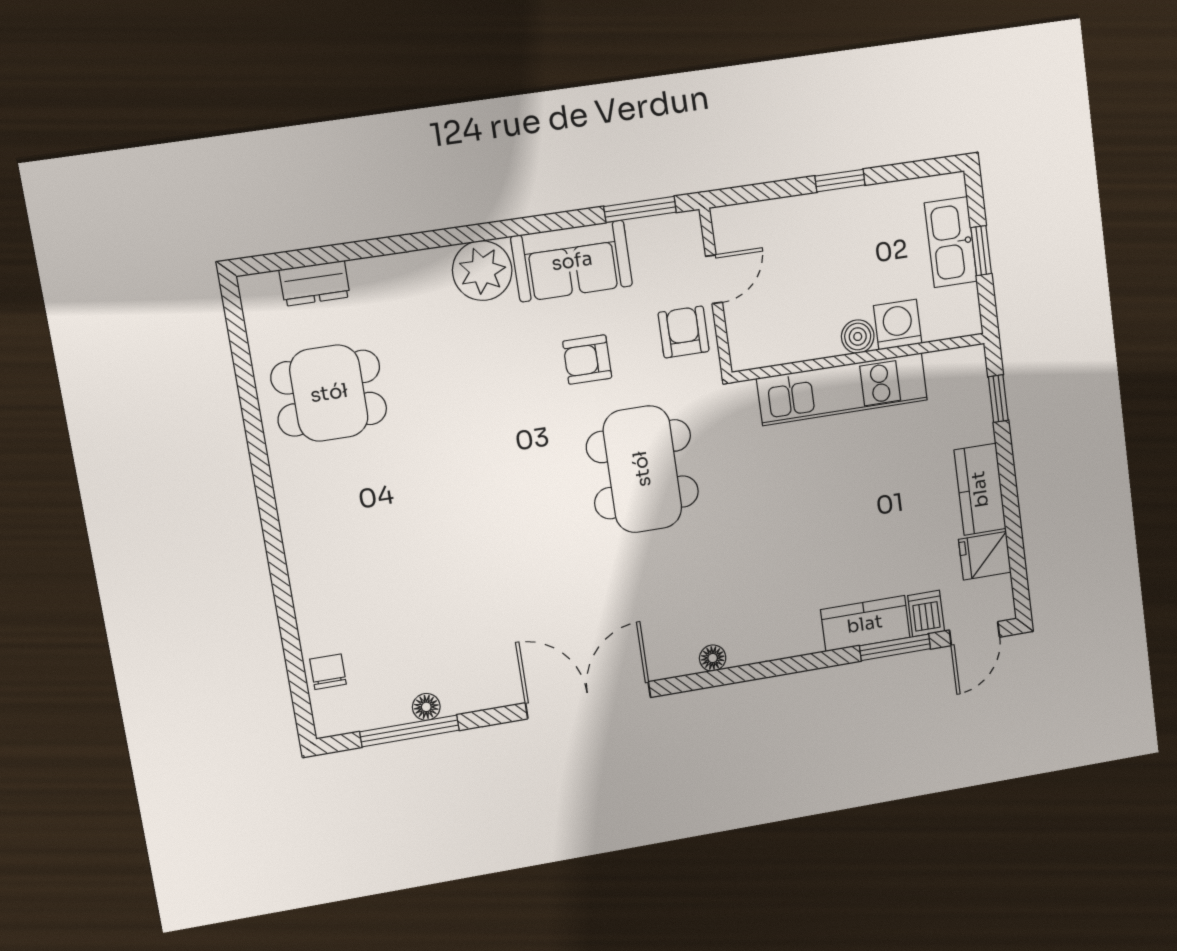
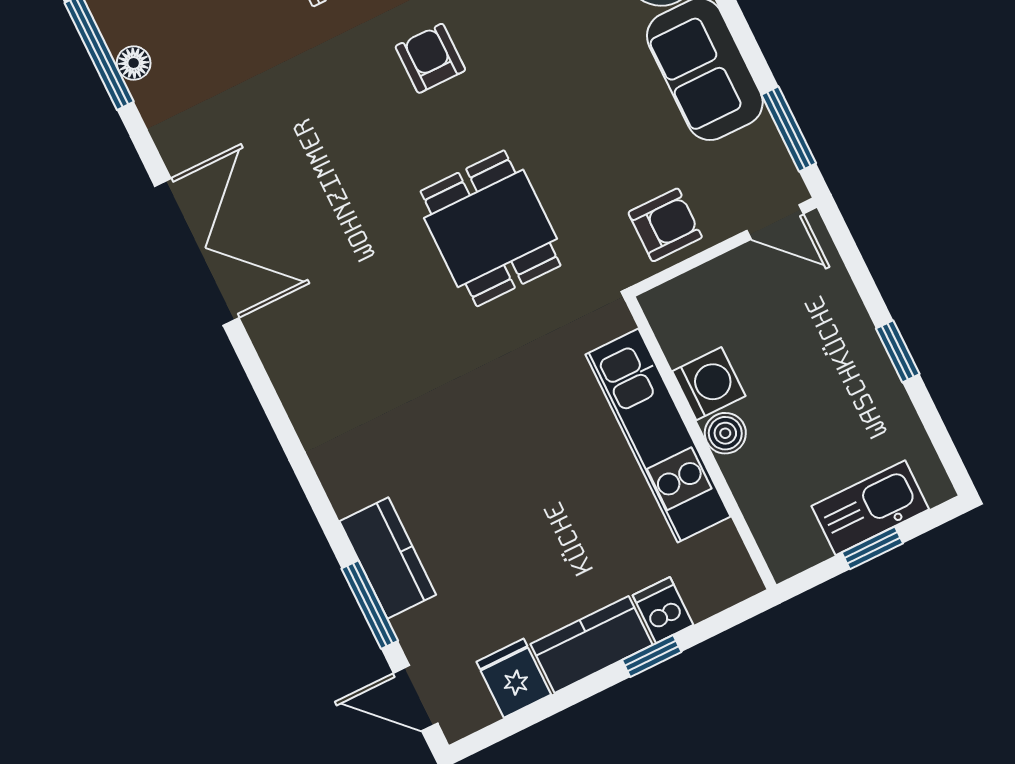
door: (714, 279) -> (775, 222), moved
washing machine: (898, 325) -> (709, 384), moved
armchair: (587, 360) -> (430, 58), moved
window: (998, 399) -> (652, 656), moved
dining table: (642, 469) -> (491, 228), width x0.73
dishwasher: (926, 613) -> (663, 610), moved, turned -90
floor lamp: (713, 658) -> (291, 385), removed

